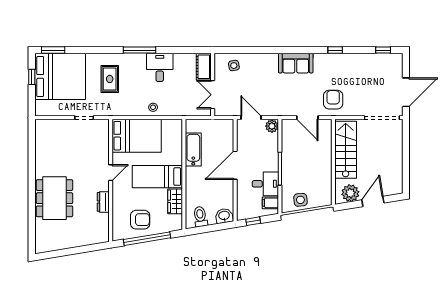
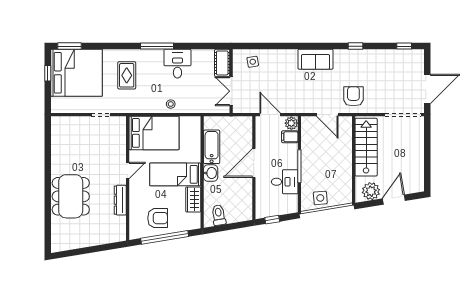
dresser: (103, 202) -> (120, 200), width x1.44
filing cabinet: (270, 203) -> (290, 137), moved
washbasin: (224, 216) -> (211, 173), moved, turned 99

